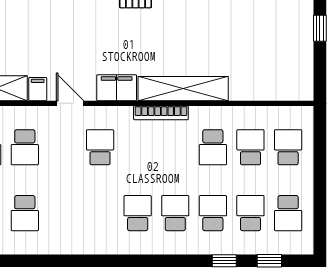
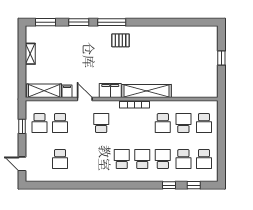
school desk: (288, 147) -> (204, 123), turned 180
school desk: (250, 213) -> (183, 159), turned 180

